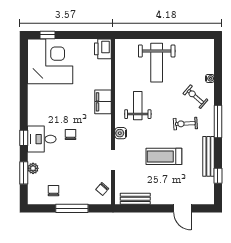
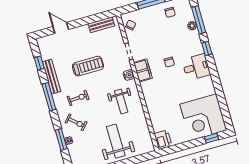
window: (218, 82) -> (61, 139), added
filing cabinet: (103, 102) -> (143, 70), moved
window: (218, 122) -> (49, 97), moved
desk: (42, 139) -> (196, 67), moved
window: (24, 173) -> (199, 20), width x1.44

